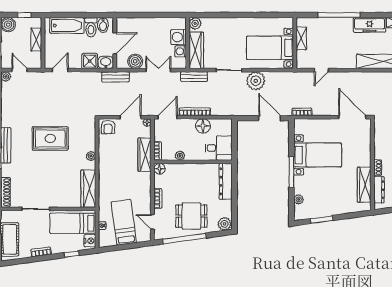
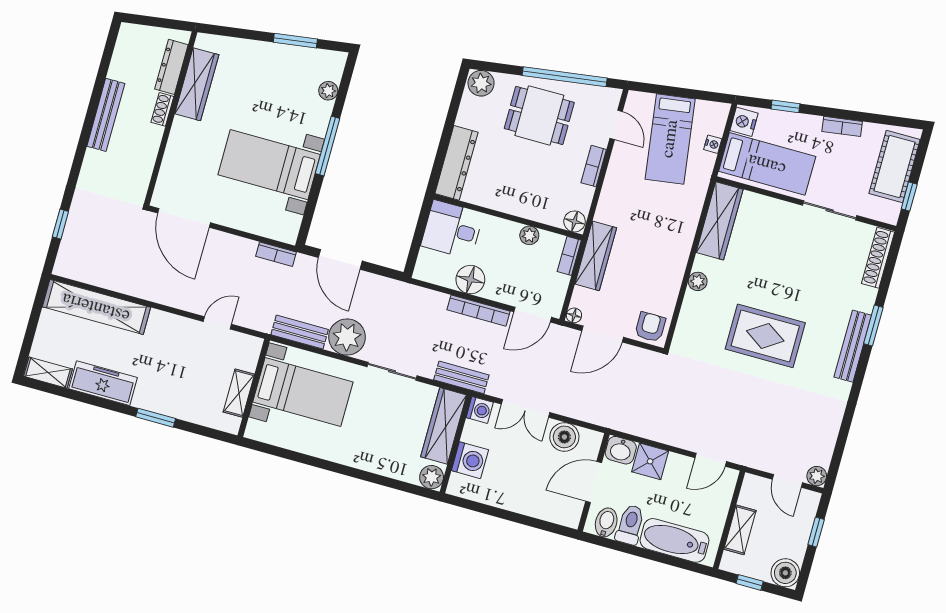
window: (339, 15) -> (156, 418), width x0.47
washing machine: (181, 51) -> (480, 410), moved
bench: (115, 77) -> (300, 332), moved

